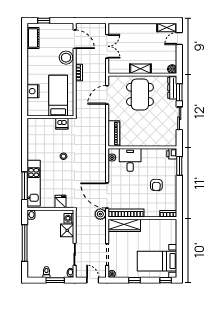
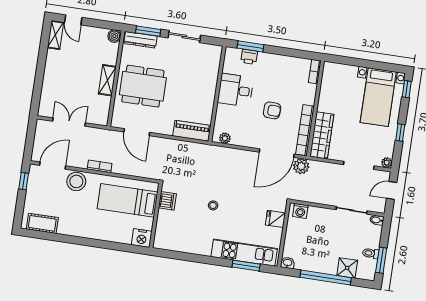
window: (44, 21) -> (24, 181), moved
nightstand: (33, 91) -> (142, 238), moved
printer: (172, 154) -> (249, 57), moved
desk: (130, 160) -> (235, 90), moved
armchair: (156, 185) -> (272, 110), moved
window: (25, 186) -> (246, 266), width x0.69
shower: (67, 230) -> (347, 268), moved
window: (55, 280) -> (381, 260), moved

